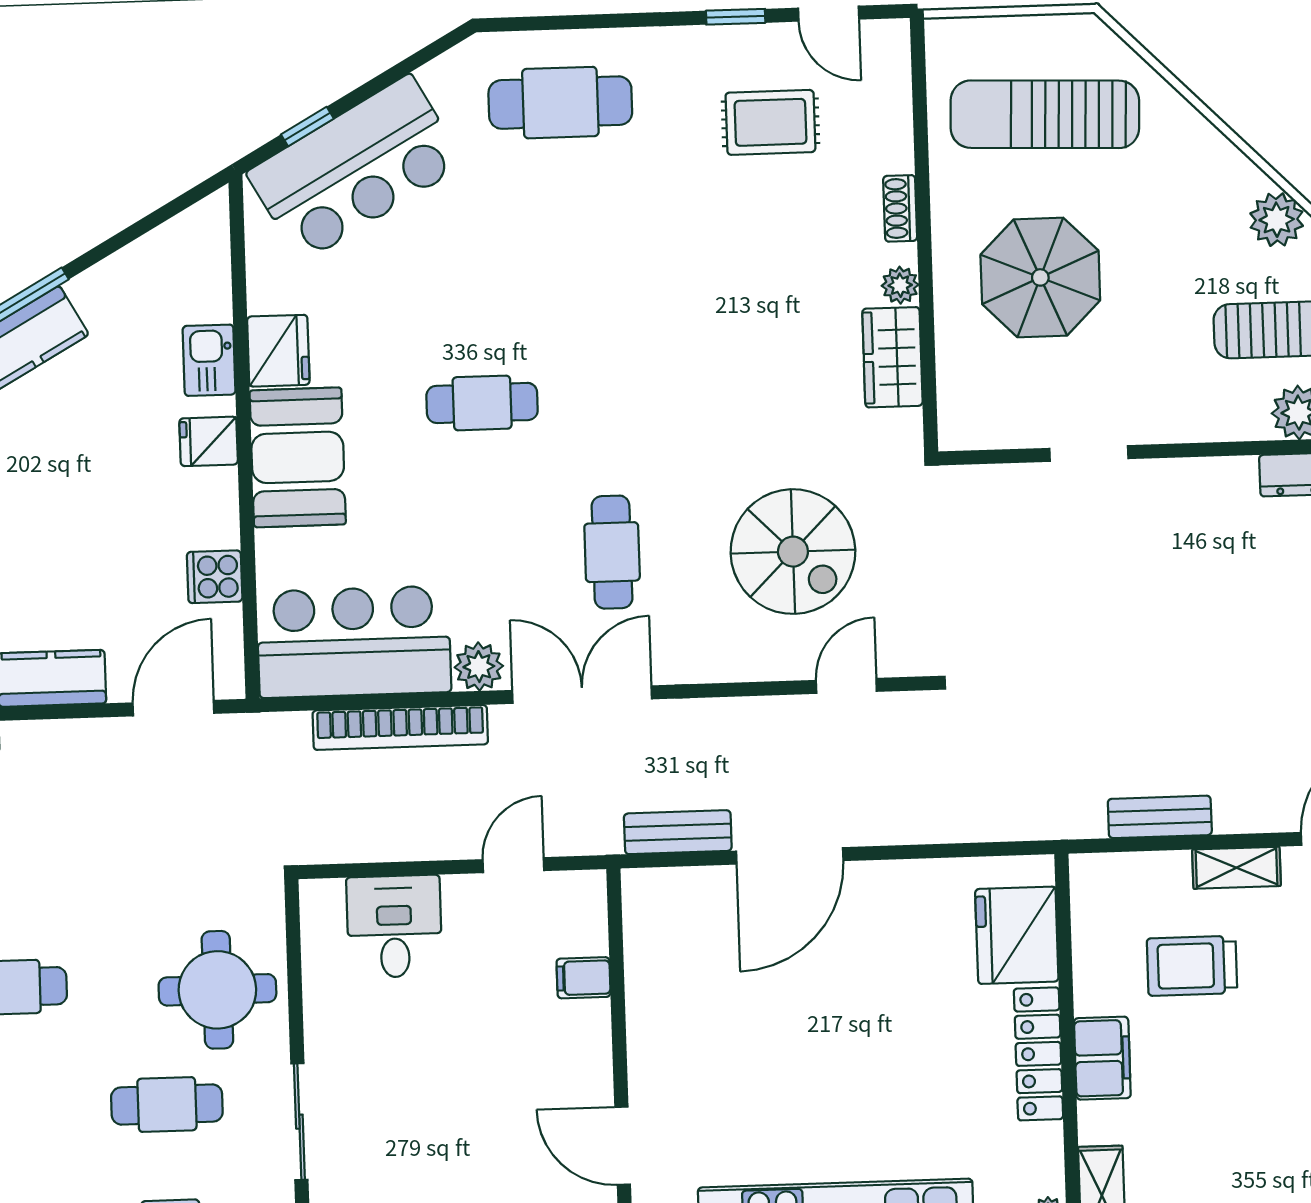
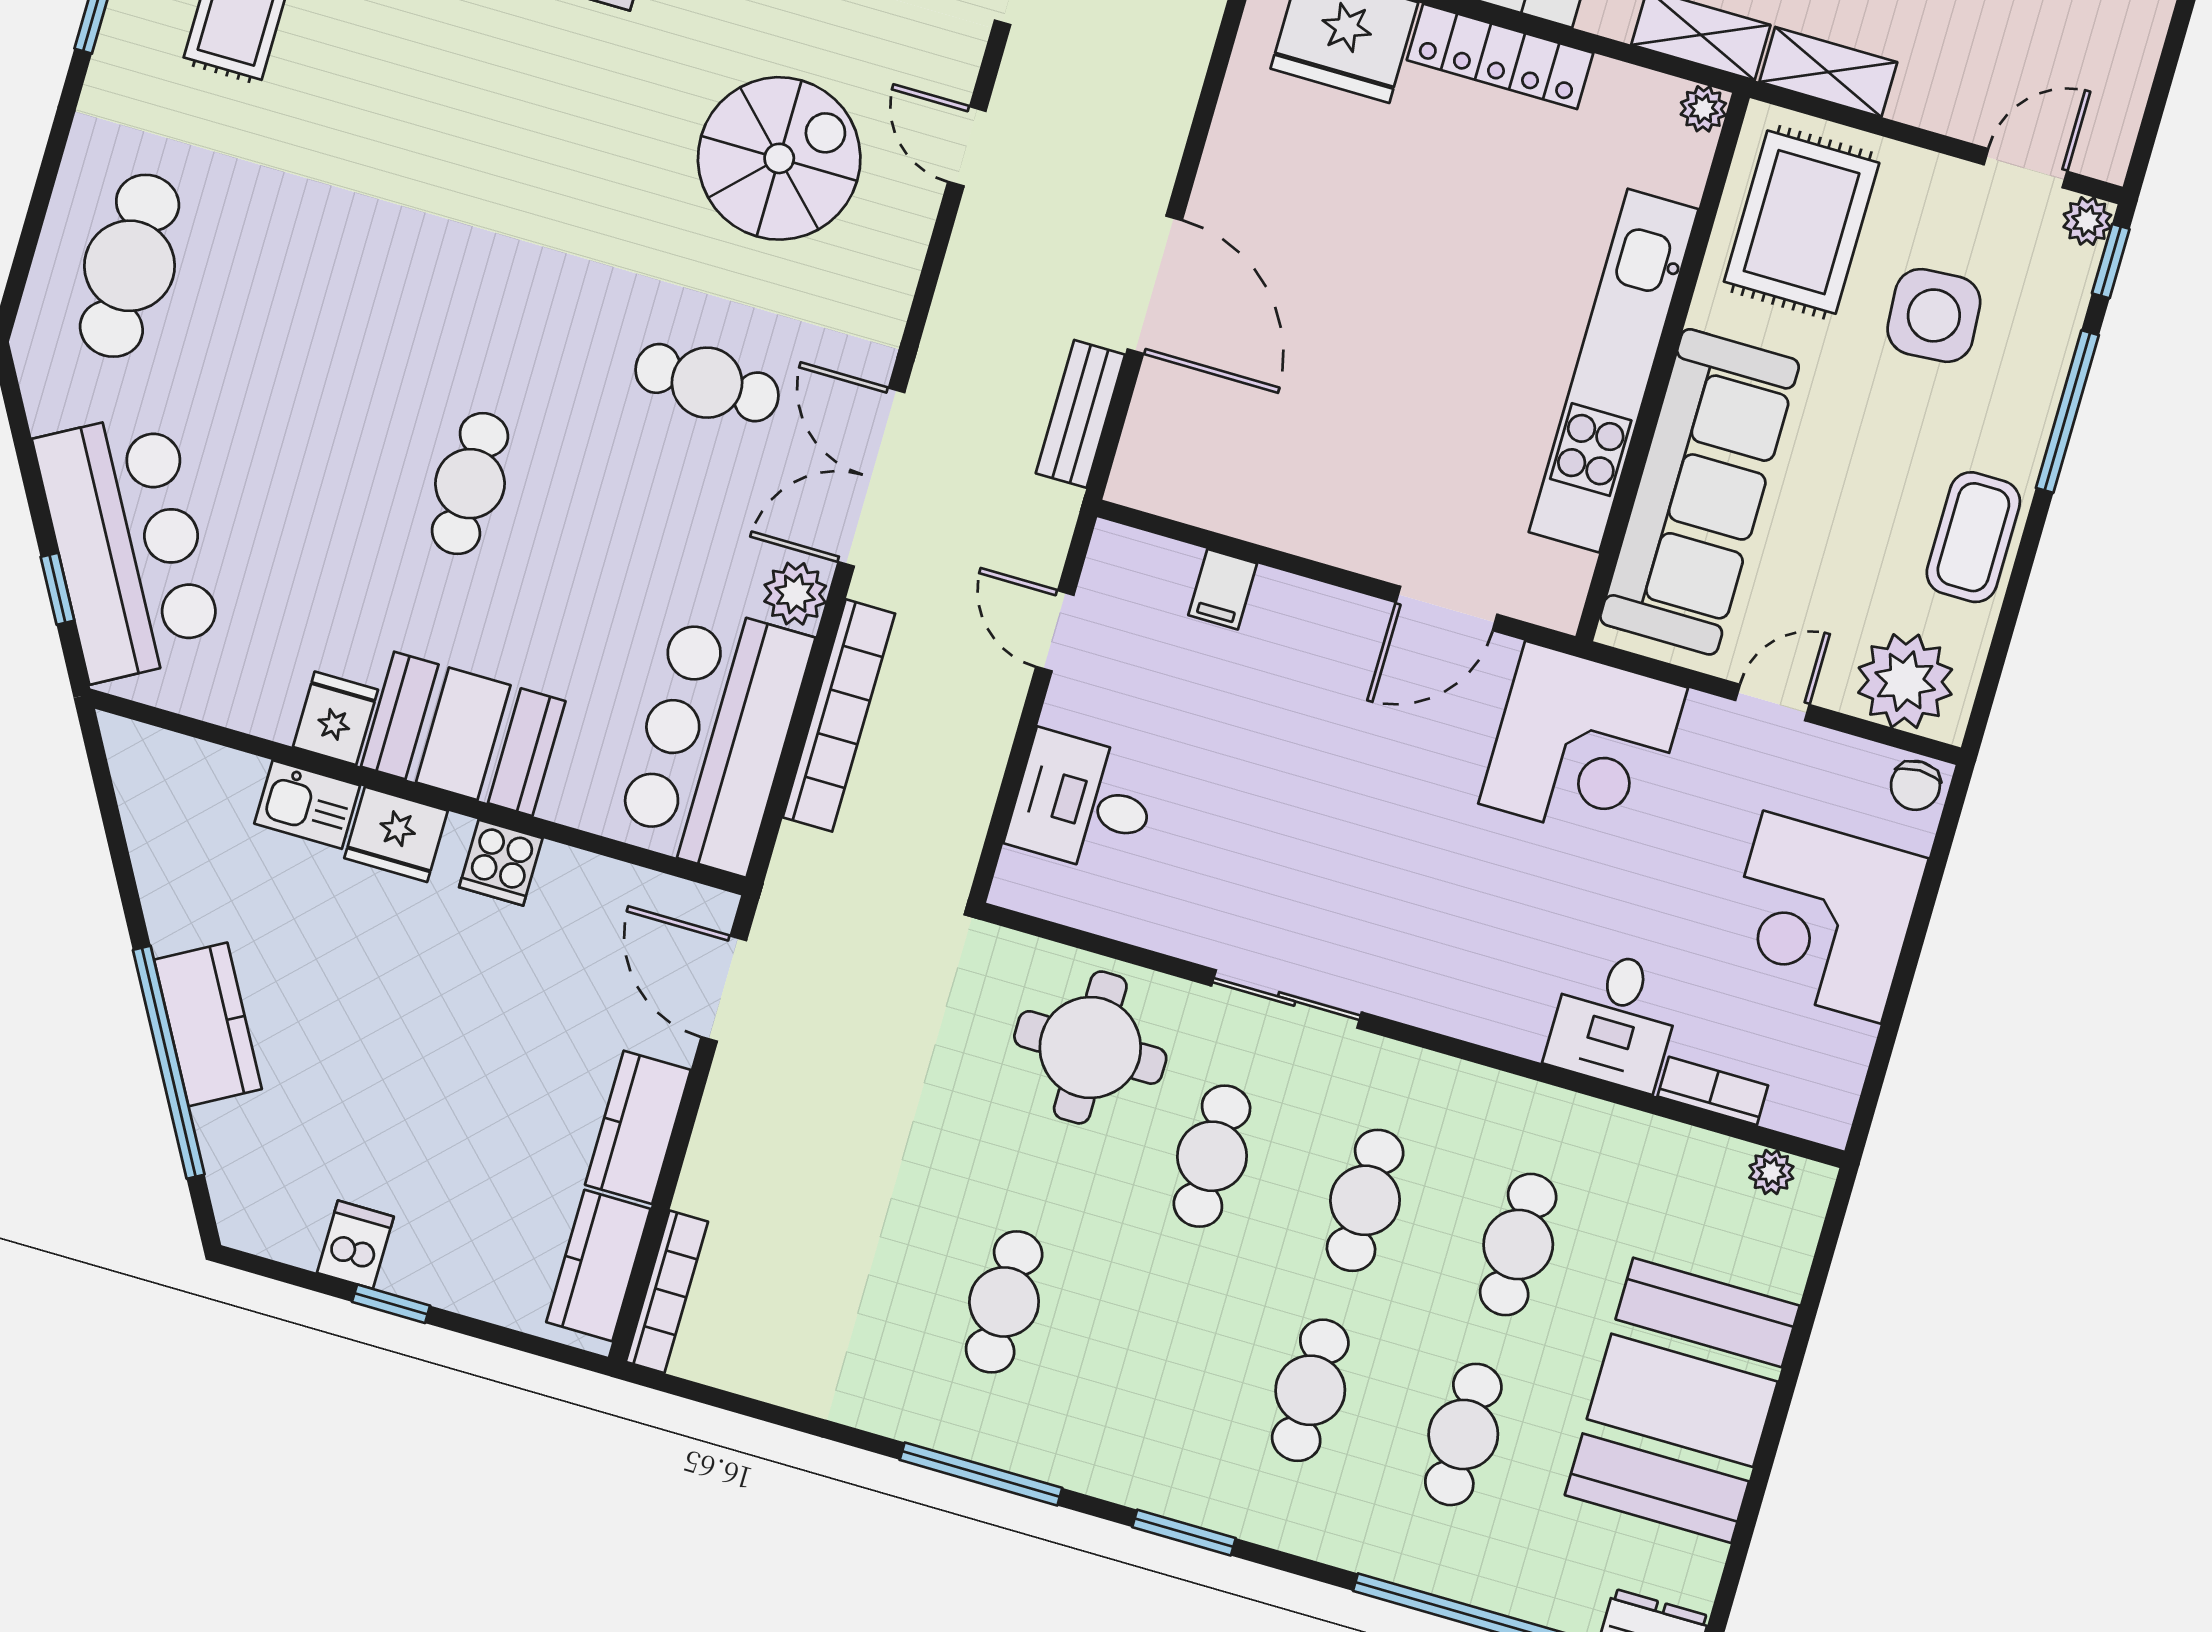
fridge: (278, 351) -> (335, 718), width x0.72
fridge: (209, 441) -> (396, 834), width x1.38
cooker: (215, 577) -> (501, 863), moved

